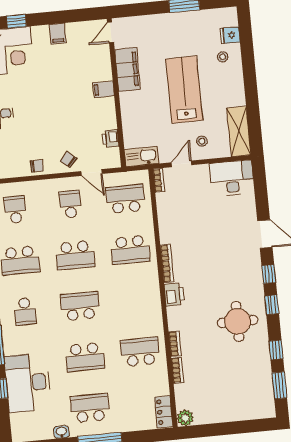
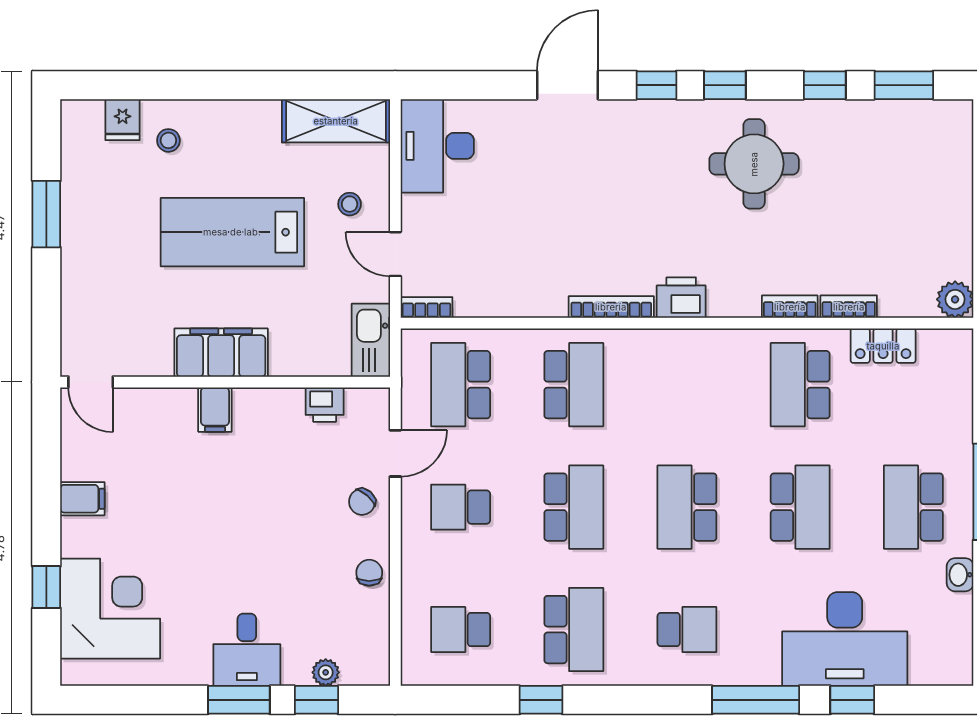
filing cabinet: (128, 70) -> (221, 353), moved
locker: (164, 412) -> (883, 346), moved

